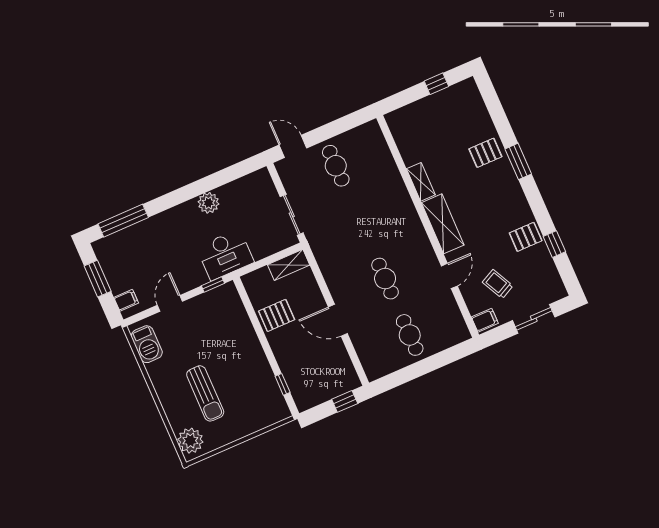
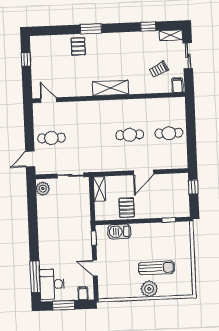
shelving: (421, 182) -> (171, 35), moved
plant: (208, 203) -> (43, 189), moved
pallet: (526, 237) -> (137, 42), removed
desk: (225, 255) -> (52, 284), moved, turned 180
door: (449, 276) -> (49, 100), moved
barbecue: (147, 344) -> (119, 232), moved, turned 180
plant: (190, 441) -> (149, 289), moved

